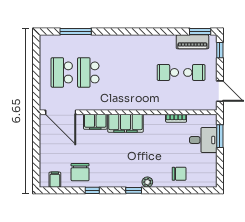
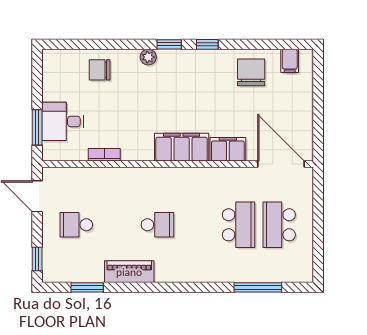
window: (200, 32) -> (87, 287), moved
piano: (192, 42) -> (129, 272), moved
school desk: (62, 72) -> (279, 225), turned 180
school desk: (168, 72) -> (157, 225), moved
window: (92, 190) -> (207, 44), moved

